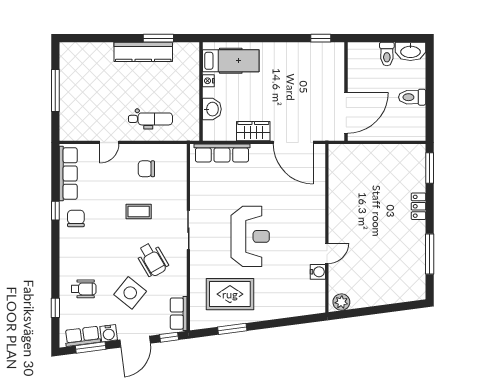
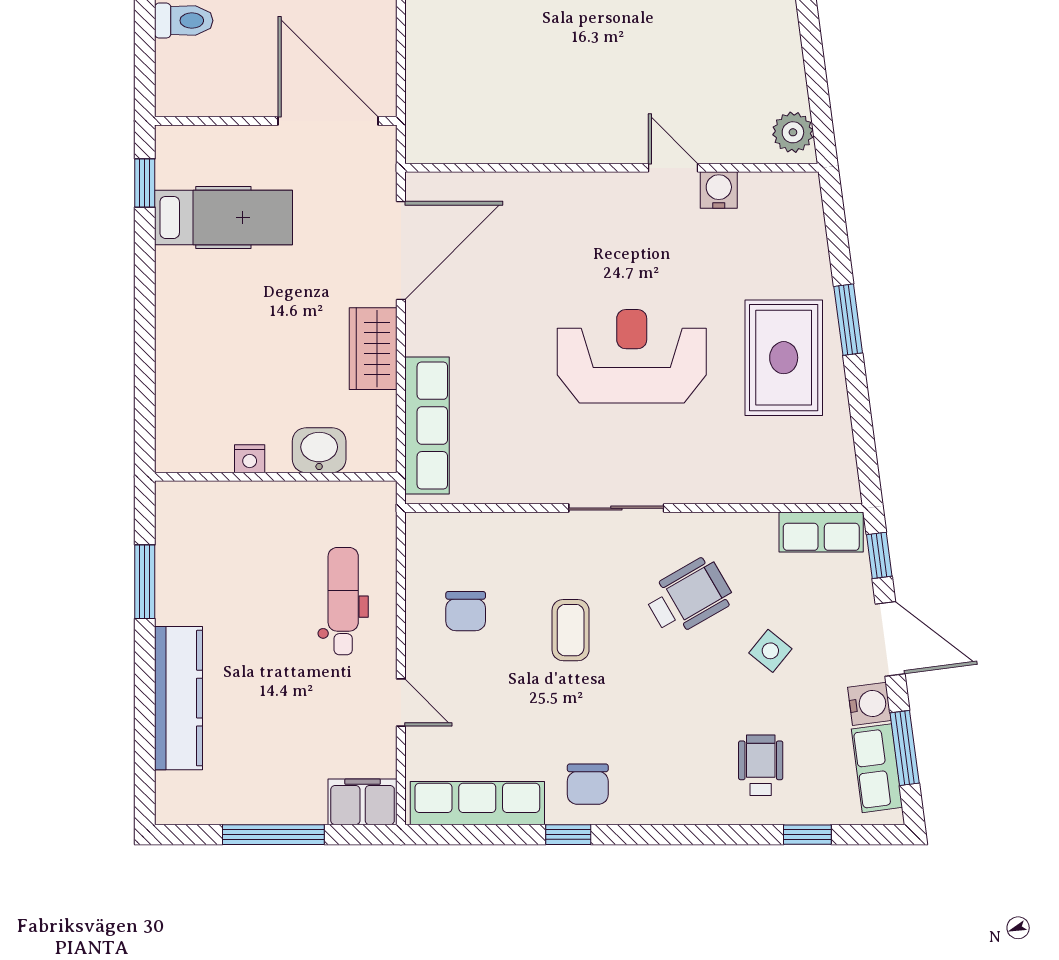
kitchen counter: (143, 52) -> (178, 698), moved
hospital bed: (231, 61) -> (223, 217), moved, turned 90
filing cabinet: (69, 127) -> (363, 802), added
chair: (76, 218) -> (588, 784), turned -90
side table: (130, 293) -> (770, 651), width x0.54, depth x0.54
rug: (230, 294) -> (784, 358), moved
window: (232, 329) -> (848, 320), moved

